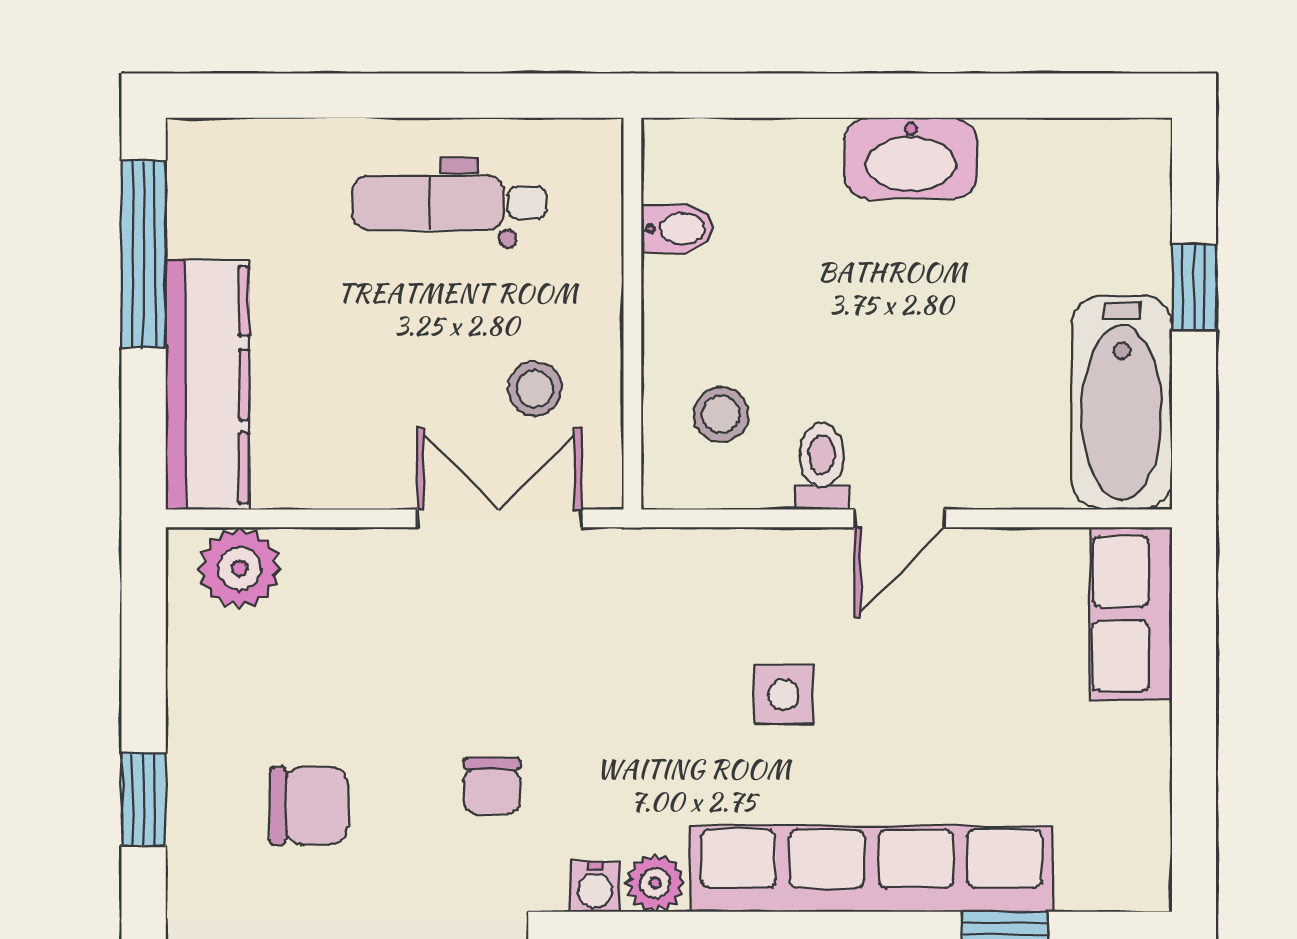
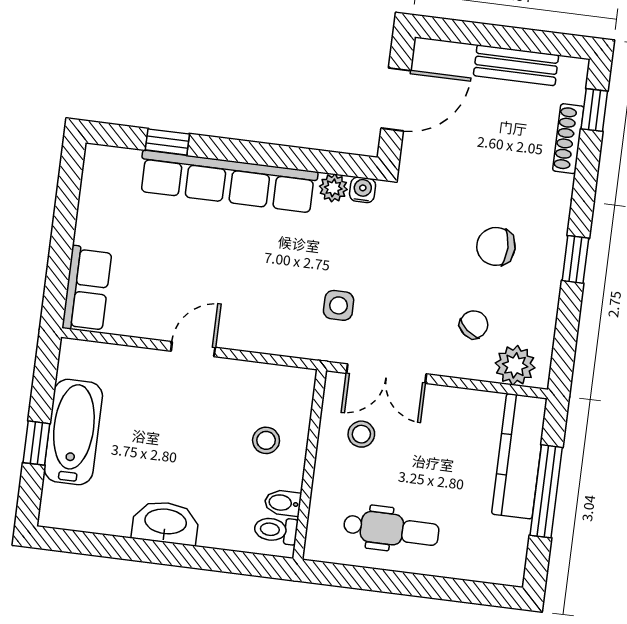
window: (144, 254) -> (546, 491), moved
bathtub: (1122, 402) -> (73, 432), moved
stool: (721, 414) -> (266, 440), moved
toilet: (822, 466) -> (276, 530), moved, turned 90
side table: (784, 695) -> (339, 305), moved
chair: (492, 786) -> (474, 325), moved, turned 39

